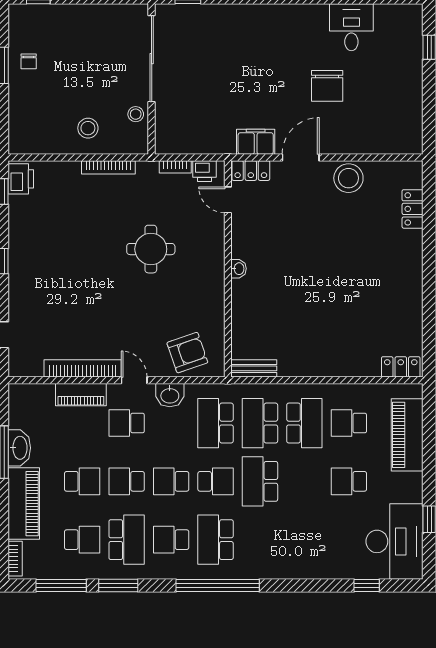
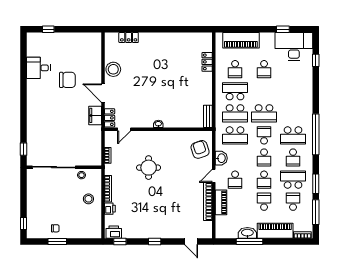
printer: (205, 171) -> (110, 209), moved
locker: (401, 367) -> (207, 62), moved

